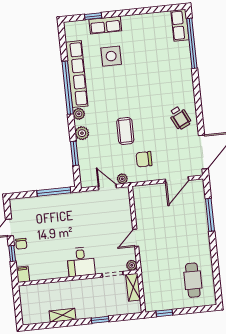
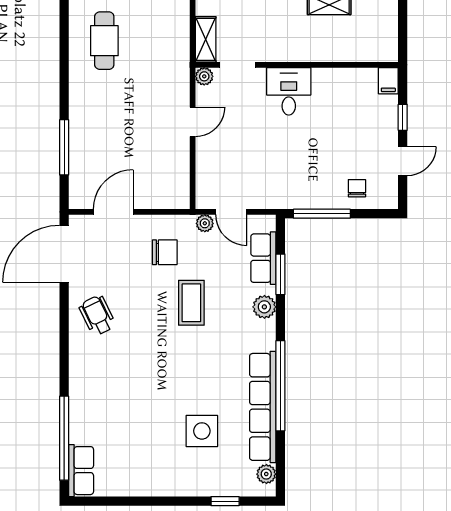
row of seats: (105, 25) -> (263, 258), moved, turned -90
plant: (79, 114) -> (266, 474), moved
chair: (21, 244) -> (357, 188), moved

